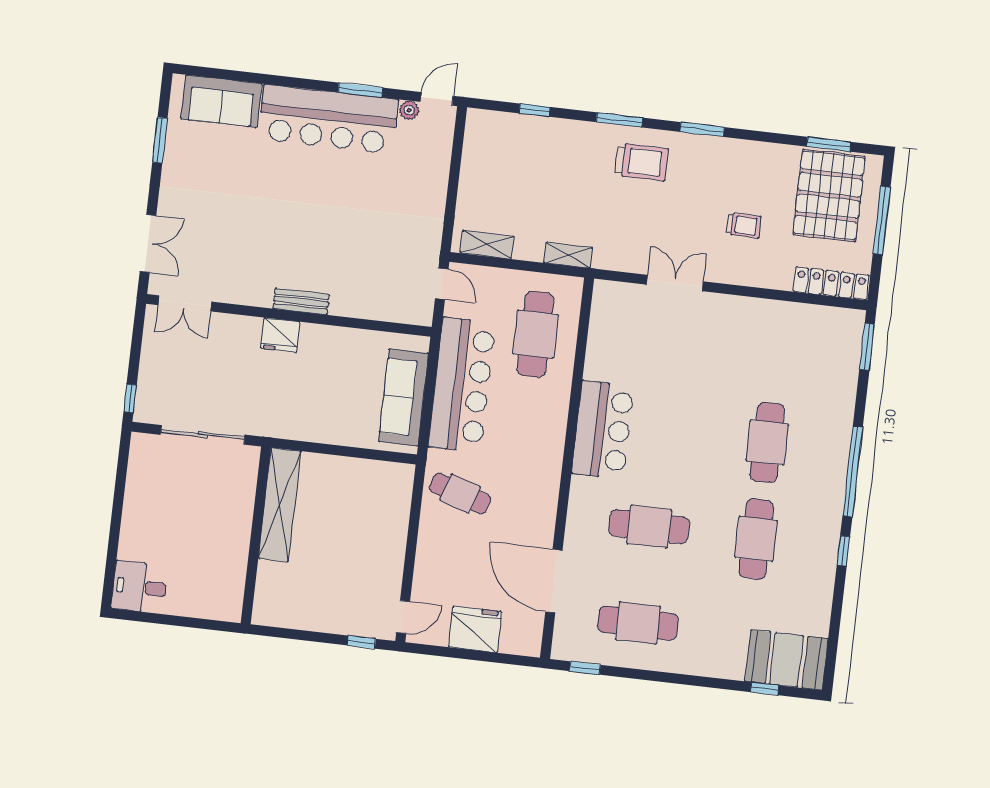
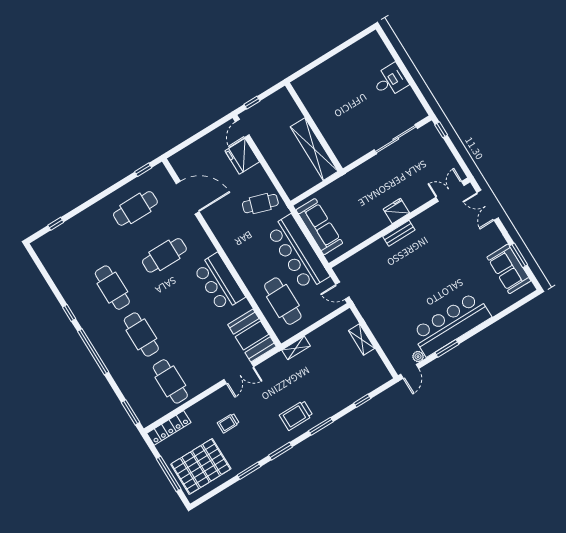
sofa: (221, 101) -> (509, 269), moved, turned -90
window: (829, 144) -> (249, 471), moved
pallet: (829, 195) -> (201, 466), turned 90
shelving: (487, 245) -> (362, 339), moved, turned 90
cafe table: (778, 346) -> (170, 381), added
shelving: (280, 505) -> (314, 149), moved
wall: (256, 535) -> (314, 127), moved
desk: (139, 587) -> (390, 81), moved
fridge: (475, 629) -> (242, 156), moved, turned 90
booth: (786, 660) -> (252, 335), moved, turned 90

